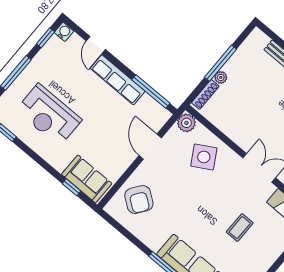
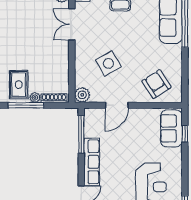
rug: (245, 73) -> (19, 85), added
side table: (204, 157) -> (108, 63), moved
armchair: (139, 200) -> (157, 84), turned -69

